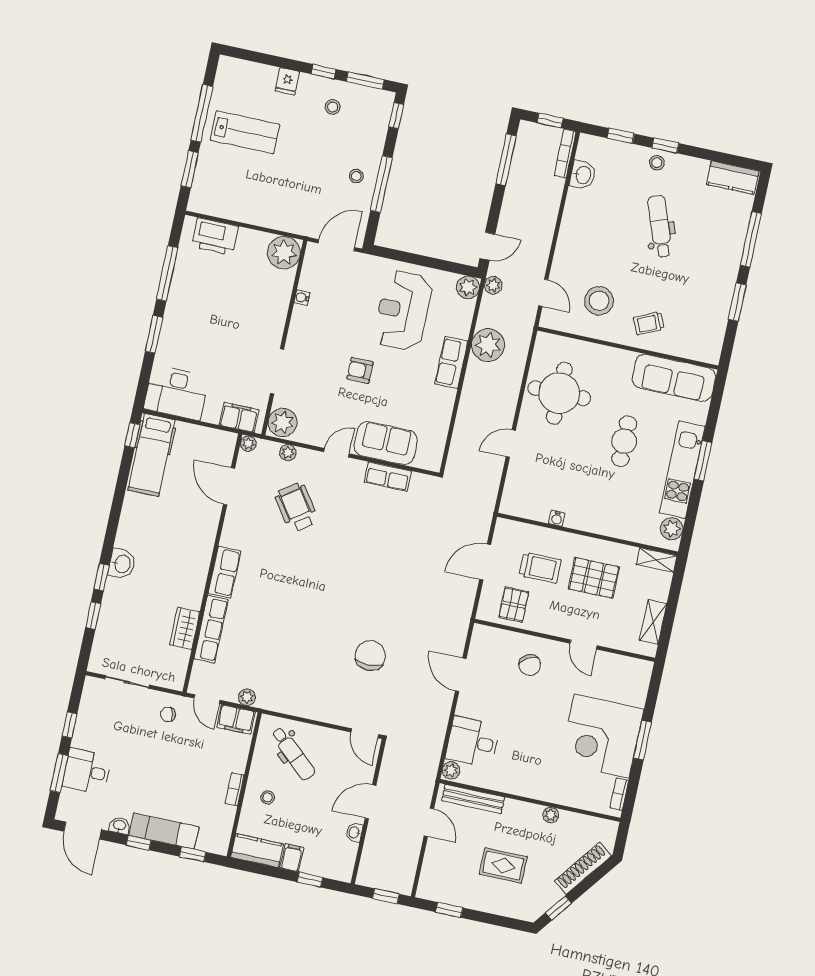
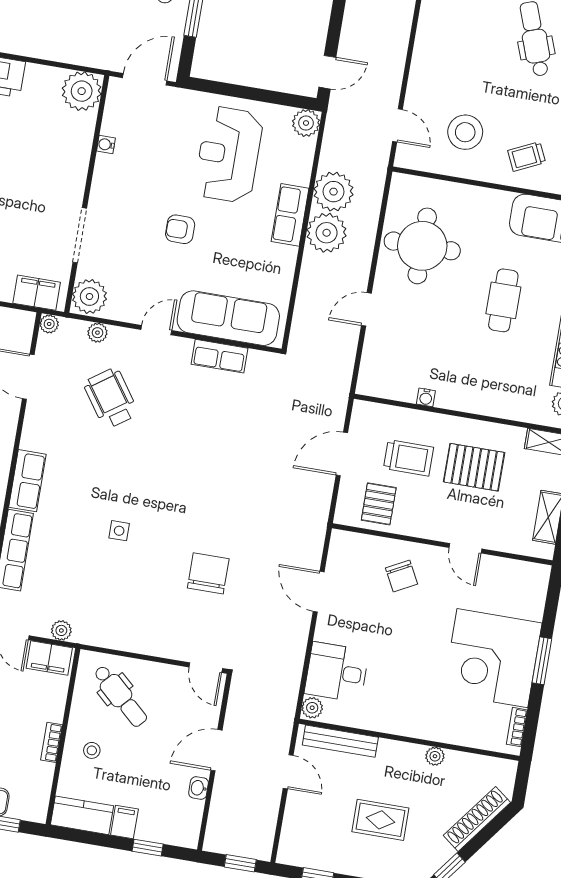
plant: (493, 285) -> (327, 233), moved, width x1.88, depth x1.88
sofa: (386, 443) -> (228, 318), width x1.36
side table: (298, 617) -> (119, 531), added

